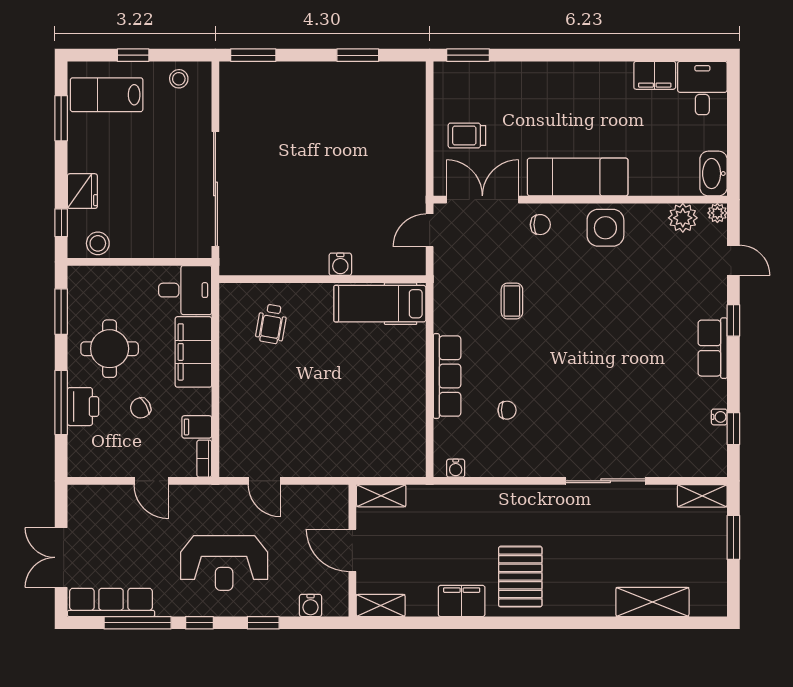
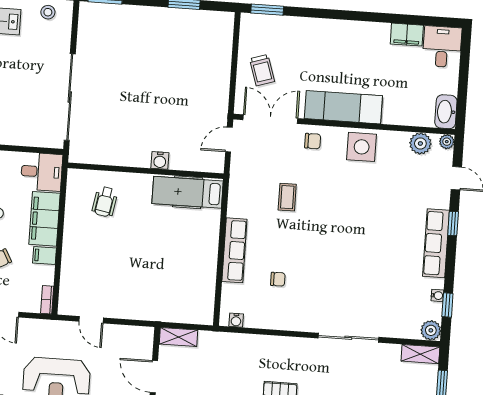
trolley: (467, 135) -> (262, 70), turned -108
row of seats: (713, 348) -> (436, 243), width x1.48
filing cabinet: (197, 427) -> (45, 255), moved
plant: (714, 464) -> (431, 330), added

